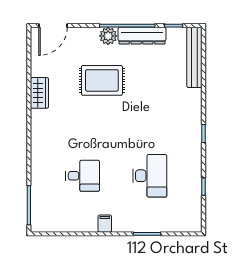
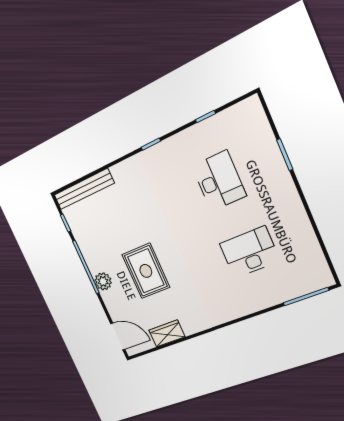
dresser: (142, 36) -> (88, 249), removed
wardrobe: (39, 93) -> (167, 334), moved
desk: (83, 176) -> (249, 252), width x1.37
desk: (150, 176) -> (219, 181), turned 90
filing cabinet: (105, 224) -> (293, 207), removed

